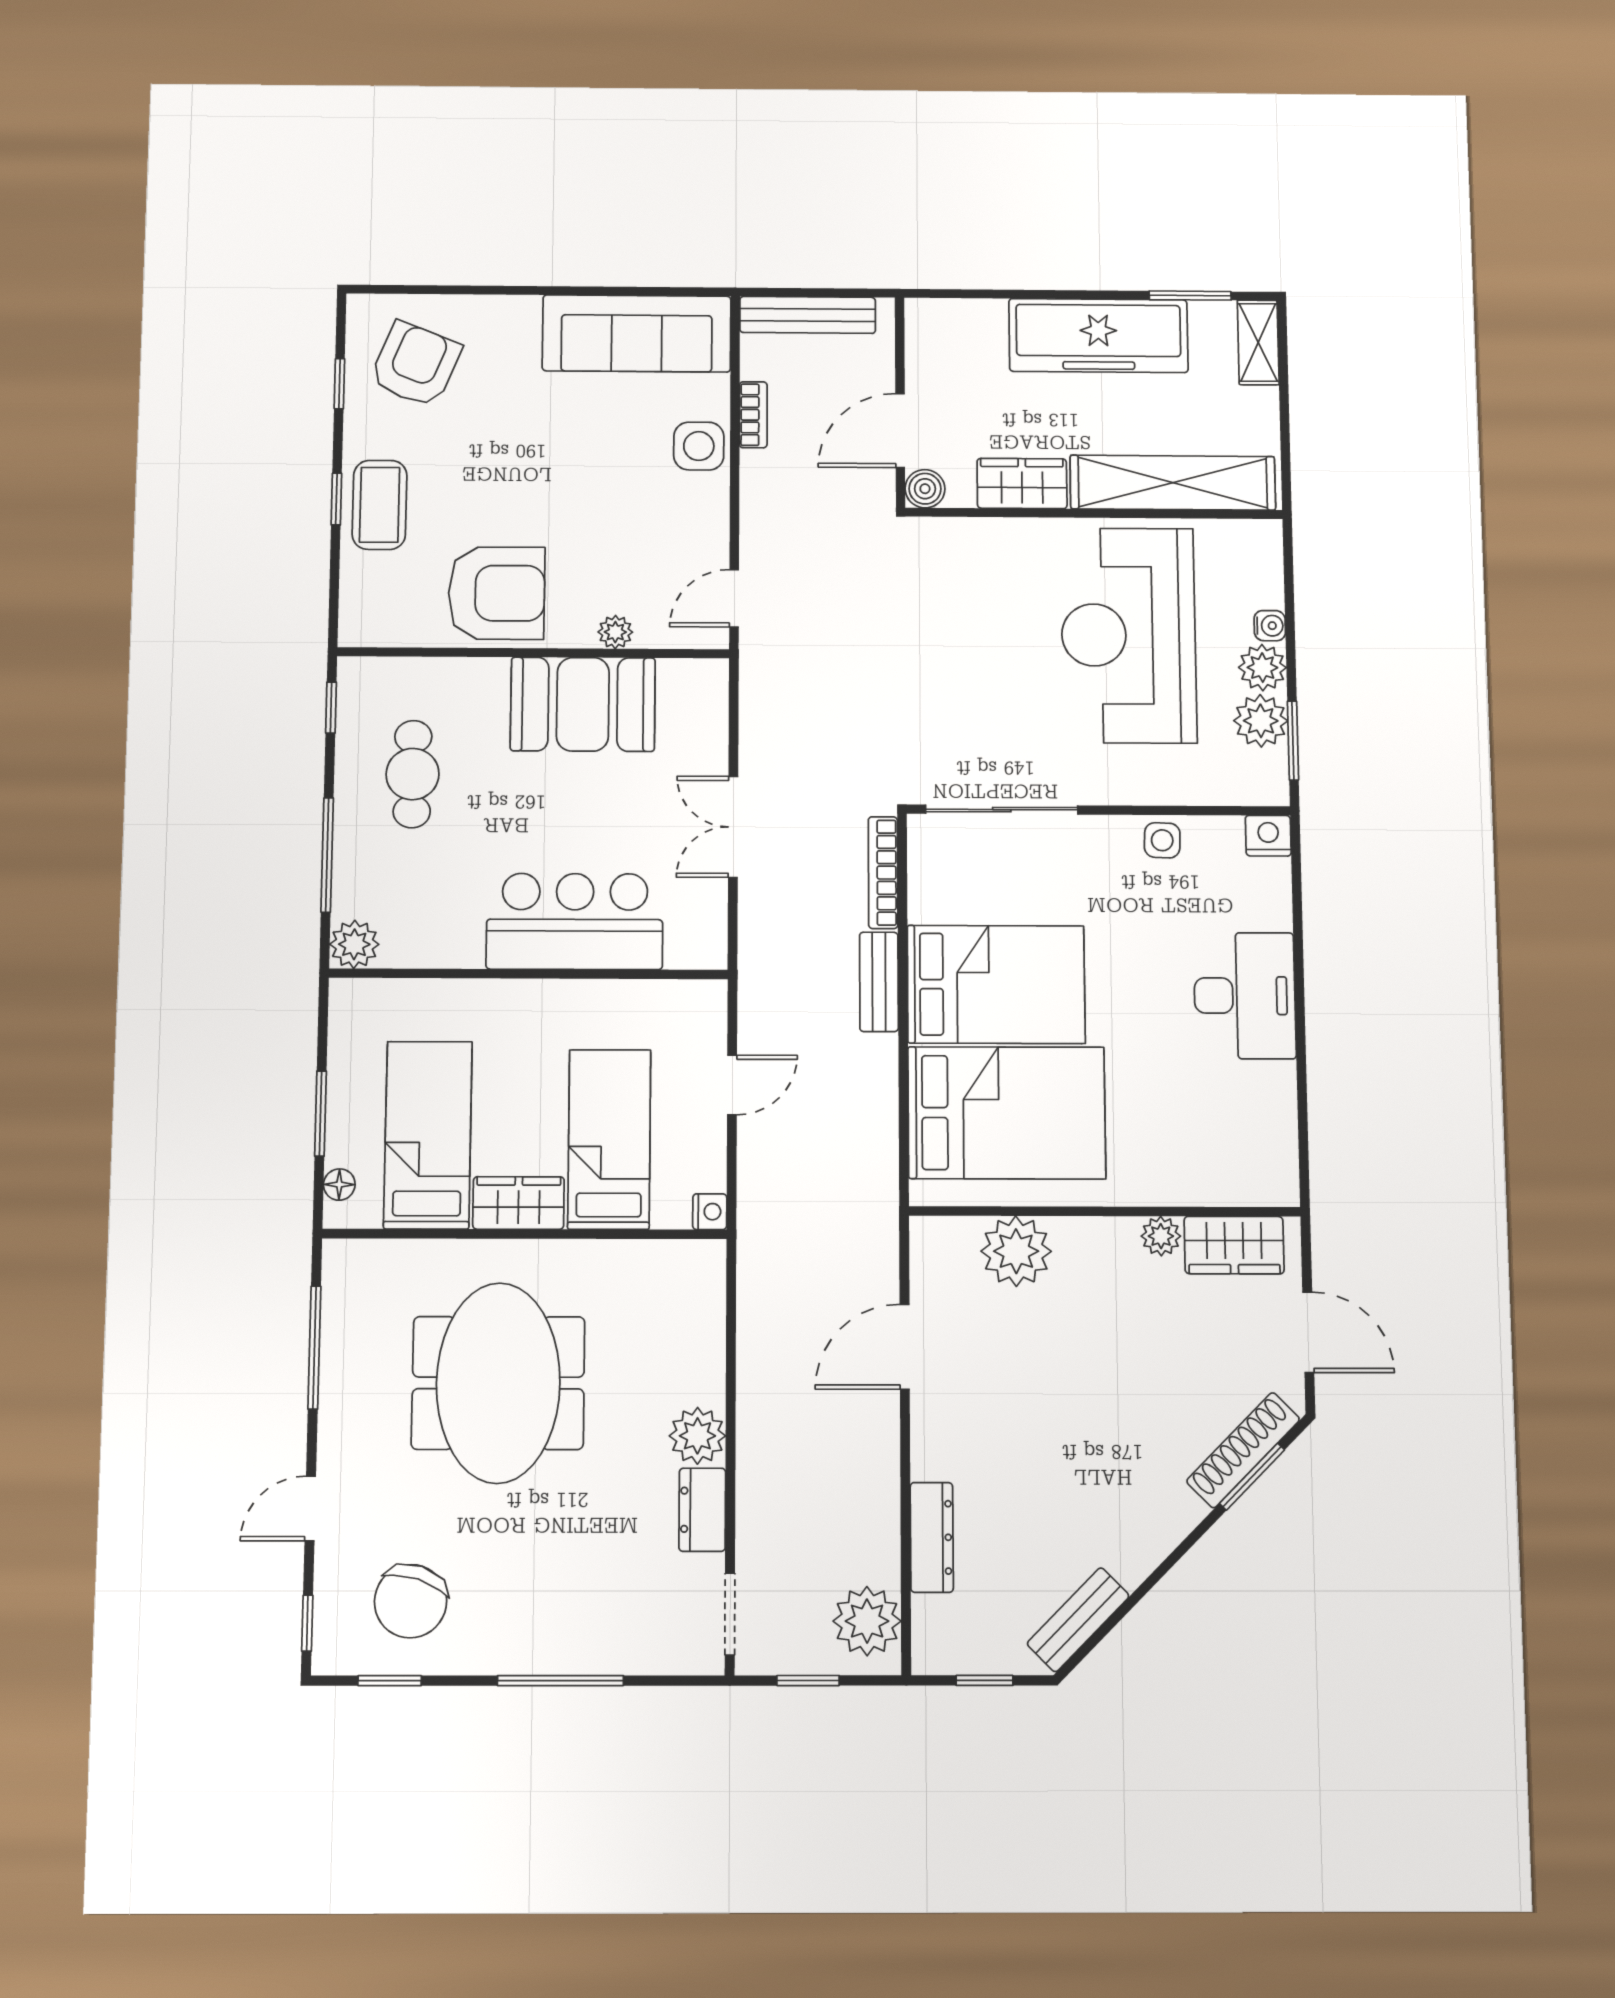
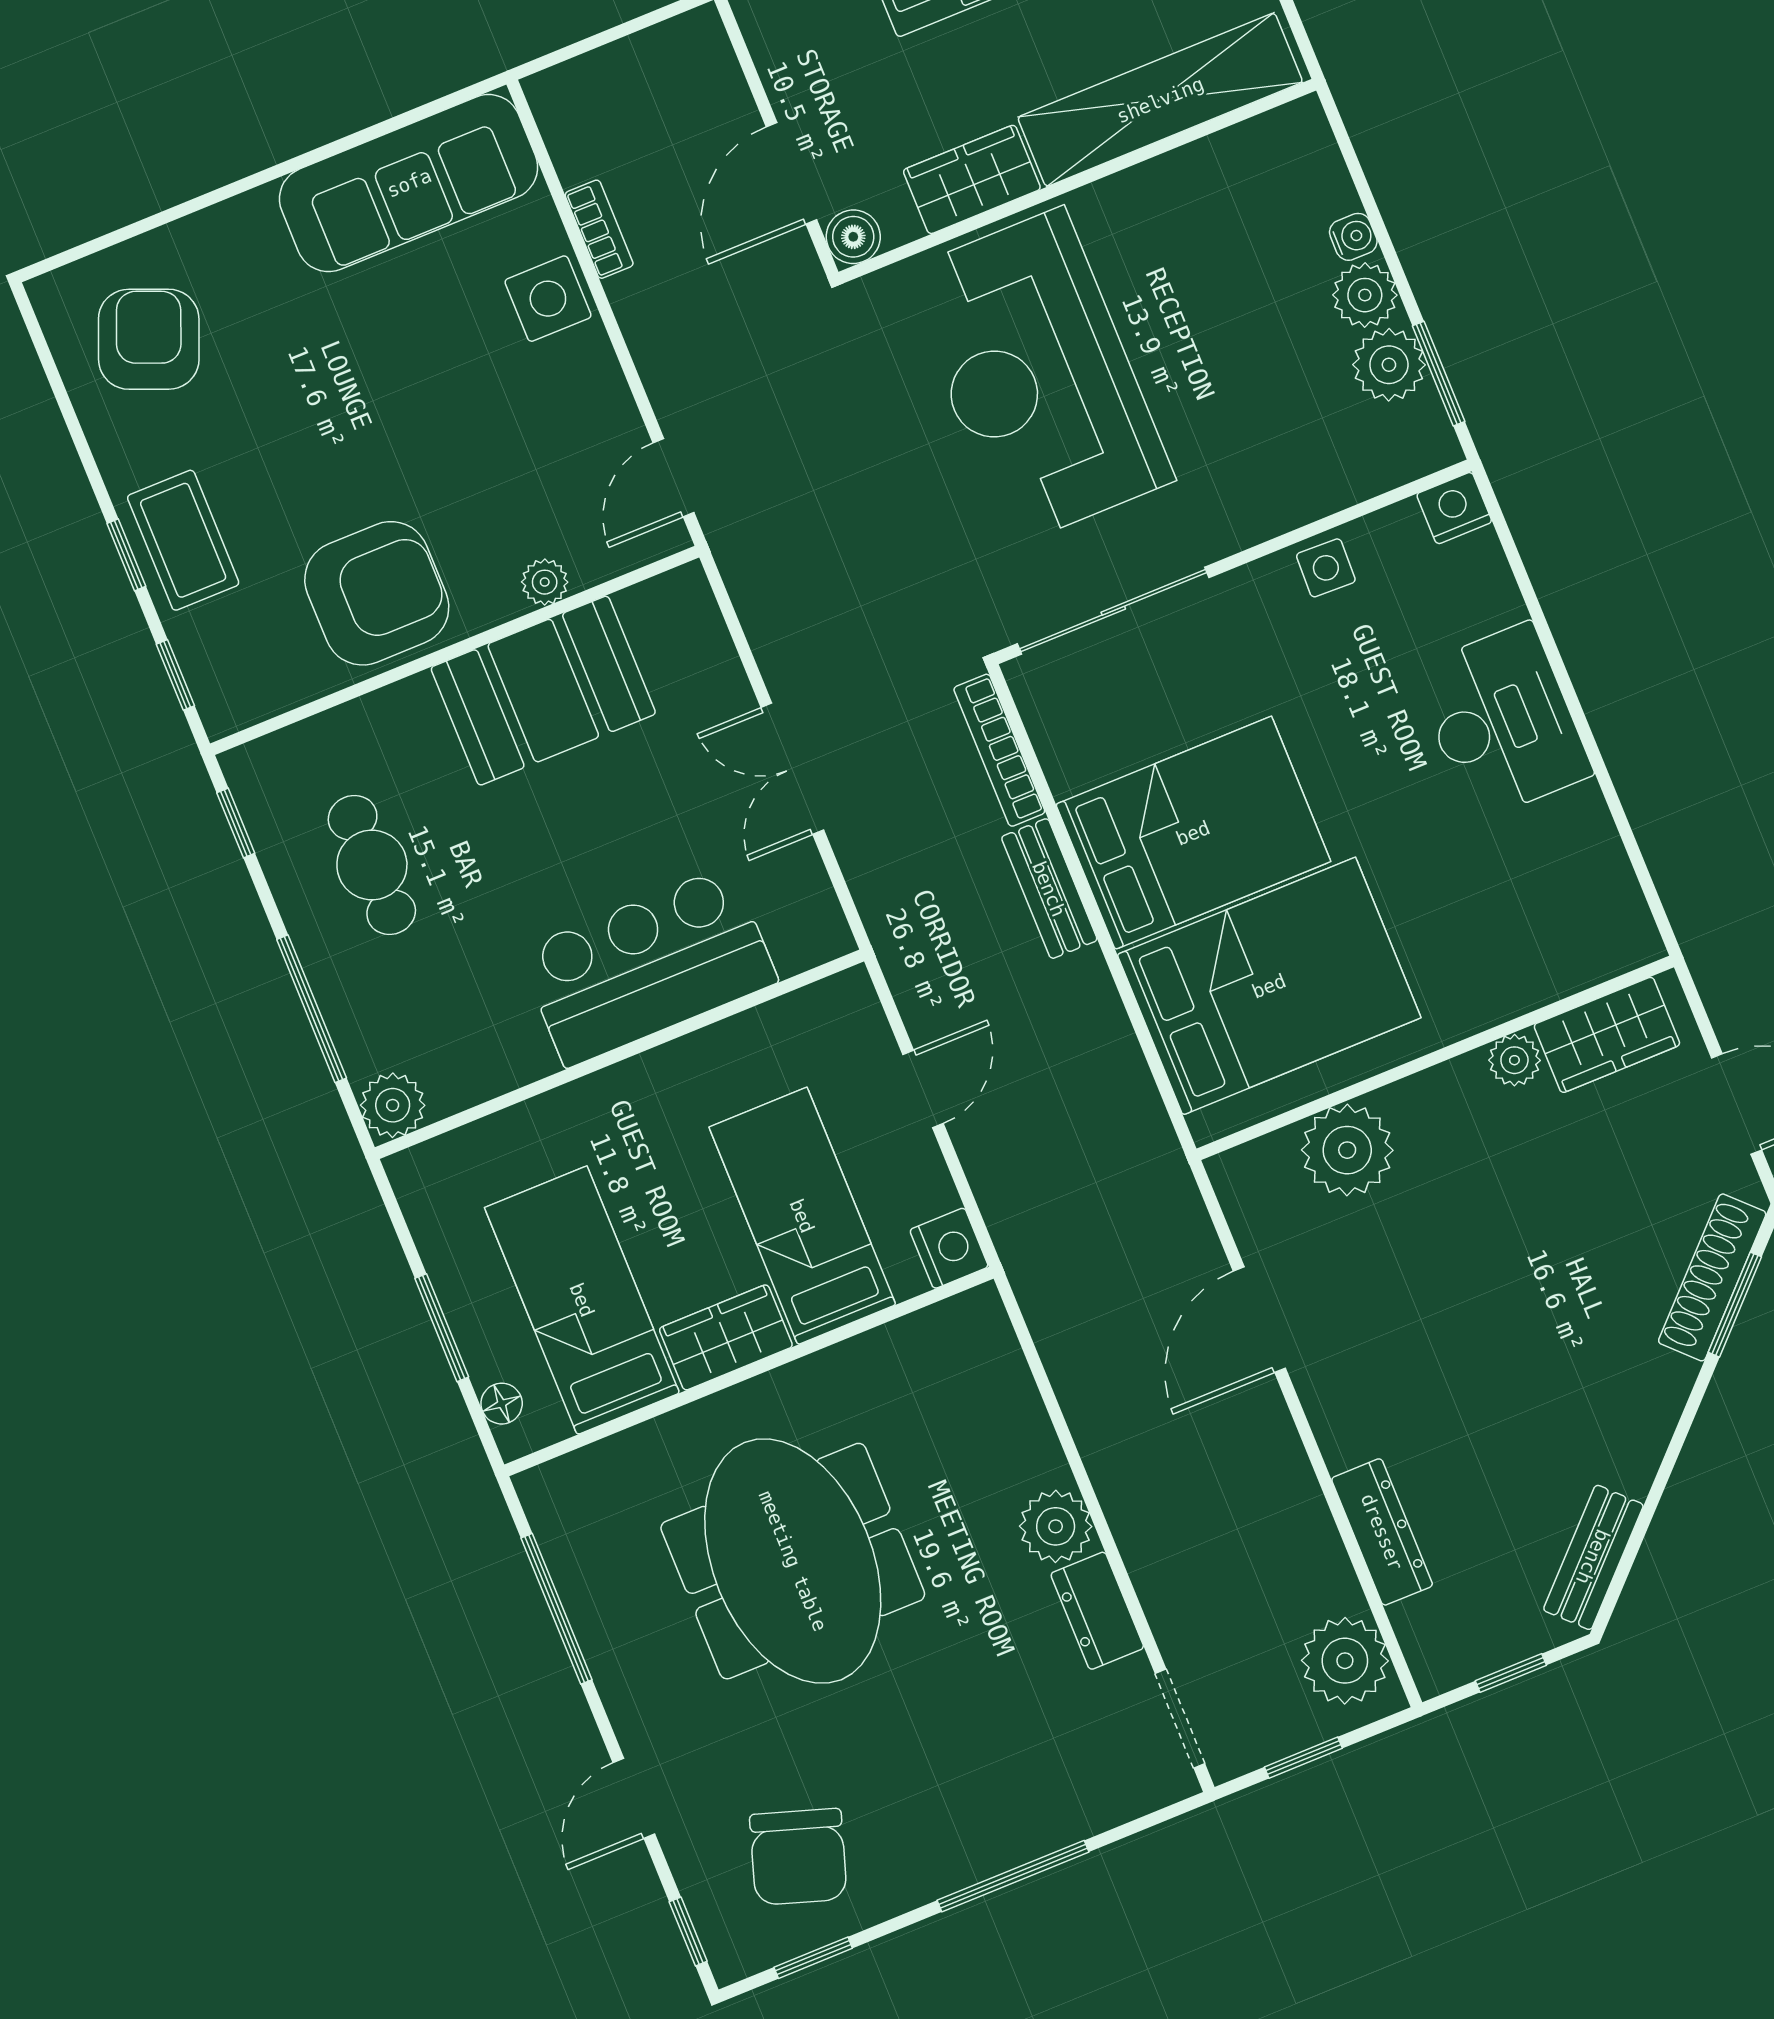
bench: (808, 315) -> (613, 69), removed
window: (339, 384) -> (175, 675), moved
reception desk: (1129, 635) -> (1038, 376), moved
nightstand: (710, 1212) -> (949, 1248), width x1.39, depth x1.35

